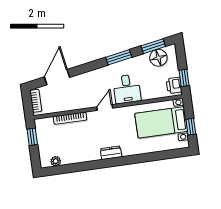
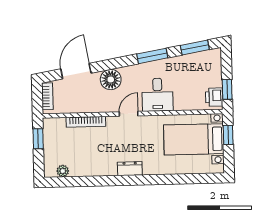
floor lamp: (158, 58) -> (111, 79), moved
window: (191, 127) -> (228, 135), moved

